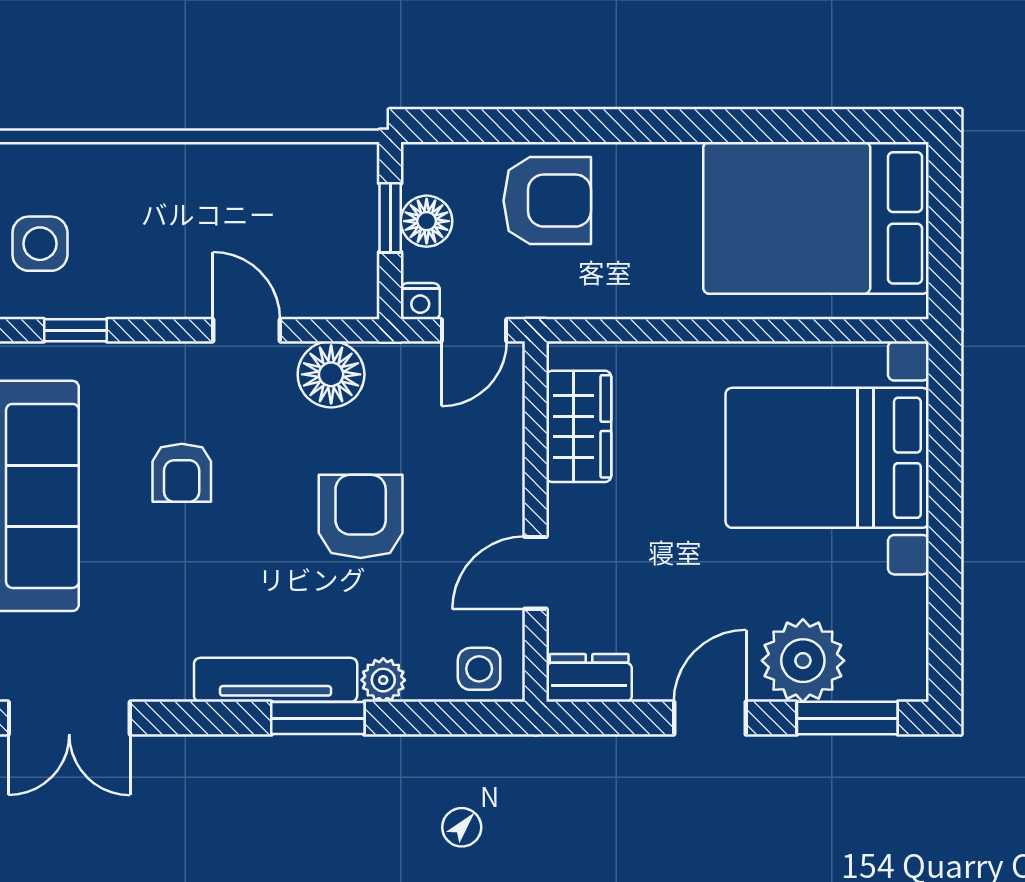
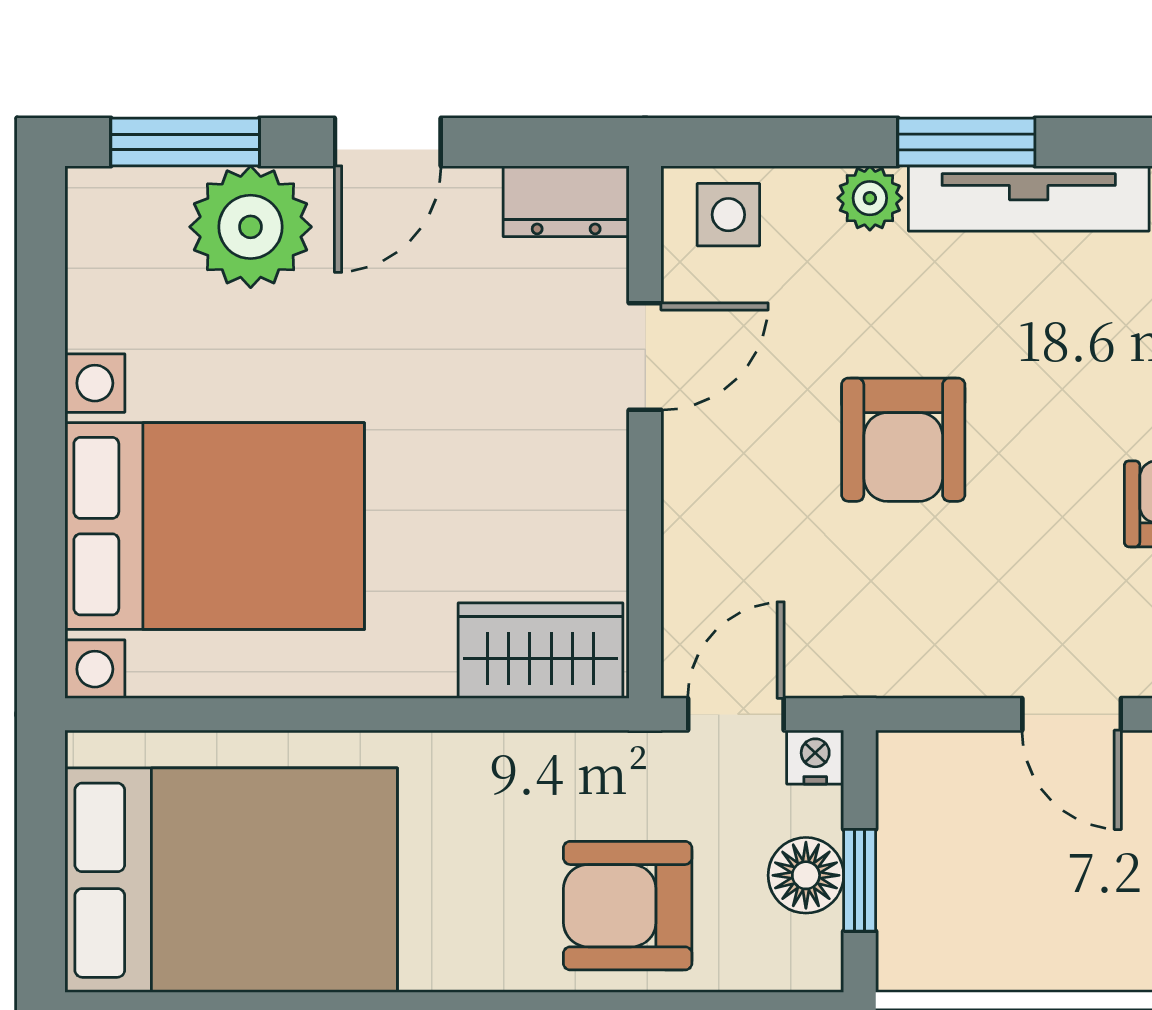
floor lamp: (331, 374) -> (947, 649), removed
wardrobe: (579, 426) -> (541, 651), moved, turned 90

